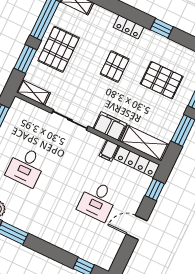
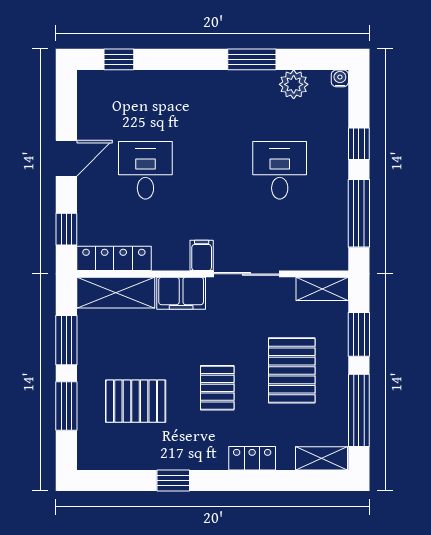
locker: (129, 27) -> (252, 458), moved
pallet: (59, 49) -> (292, 370), moved
filing cabinet: (109, 151) -> (202, 255), moved

